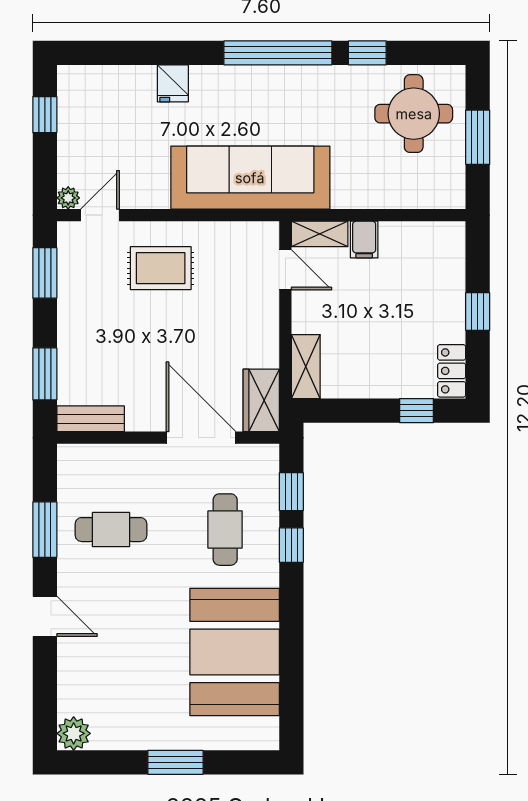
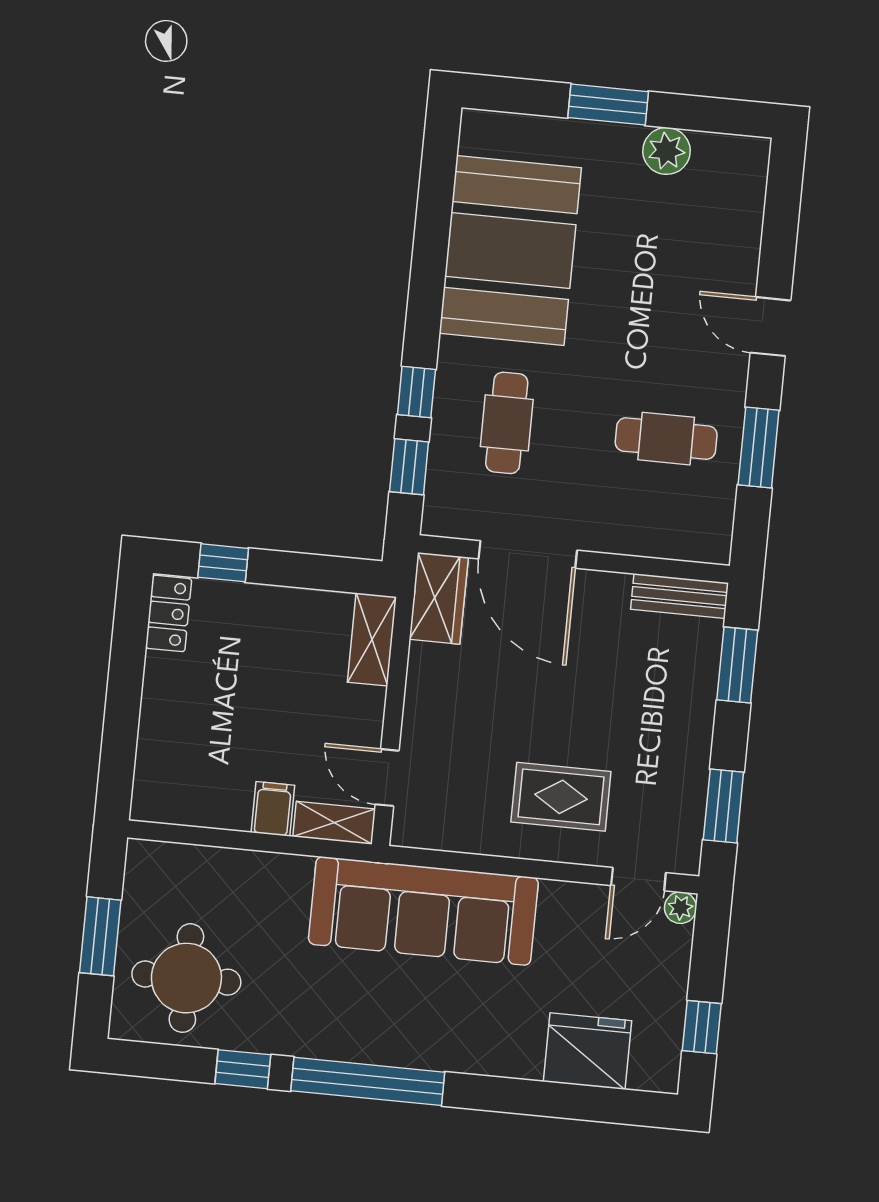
fridge: (173, 83) -> (587, 1051), moved, width x1.88, depth x1.34
window: (478, 312) -> (124, 693), removed
plant: (74, 733) -> (666, 151), moved

